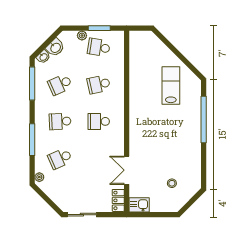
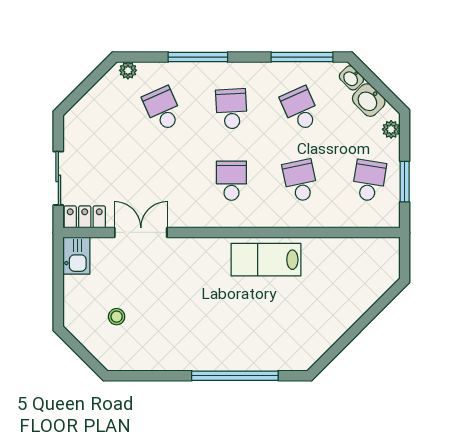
plant: (82, 36) -> (391, 129), moved
lab bench: (171, 86) -> (266, 260), moved, turned 180
sliding door: (82, 215) -> (58, 178), moved

